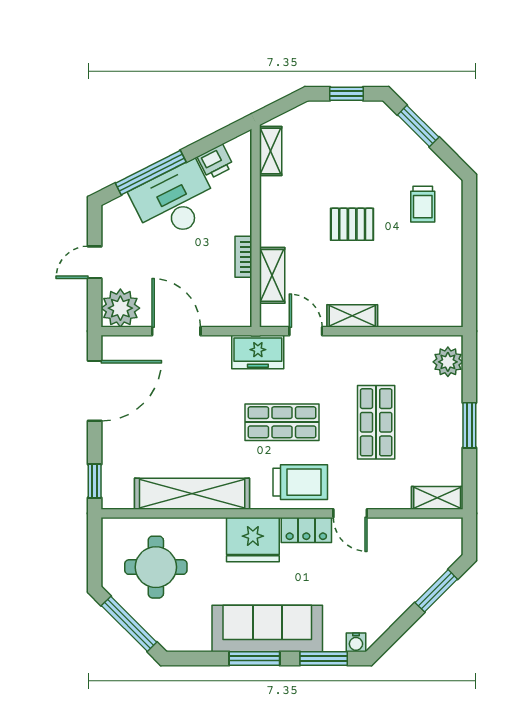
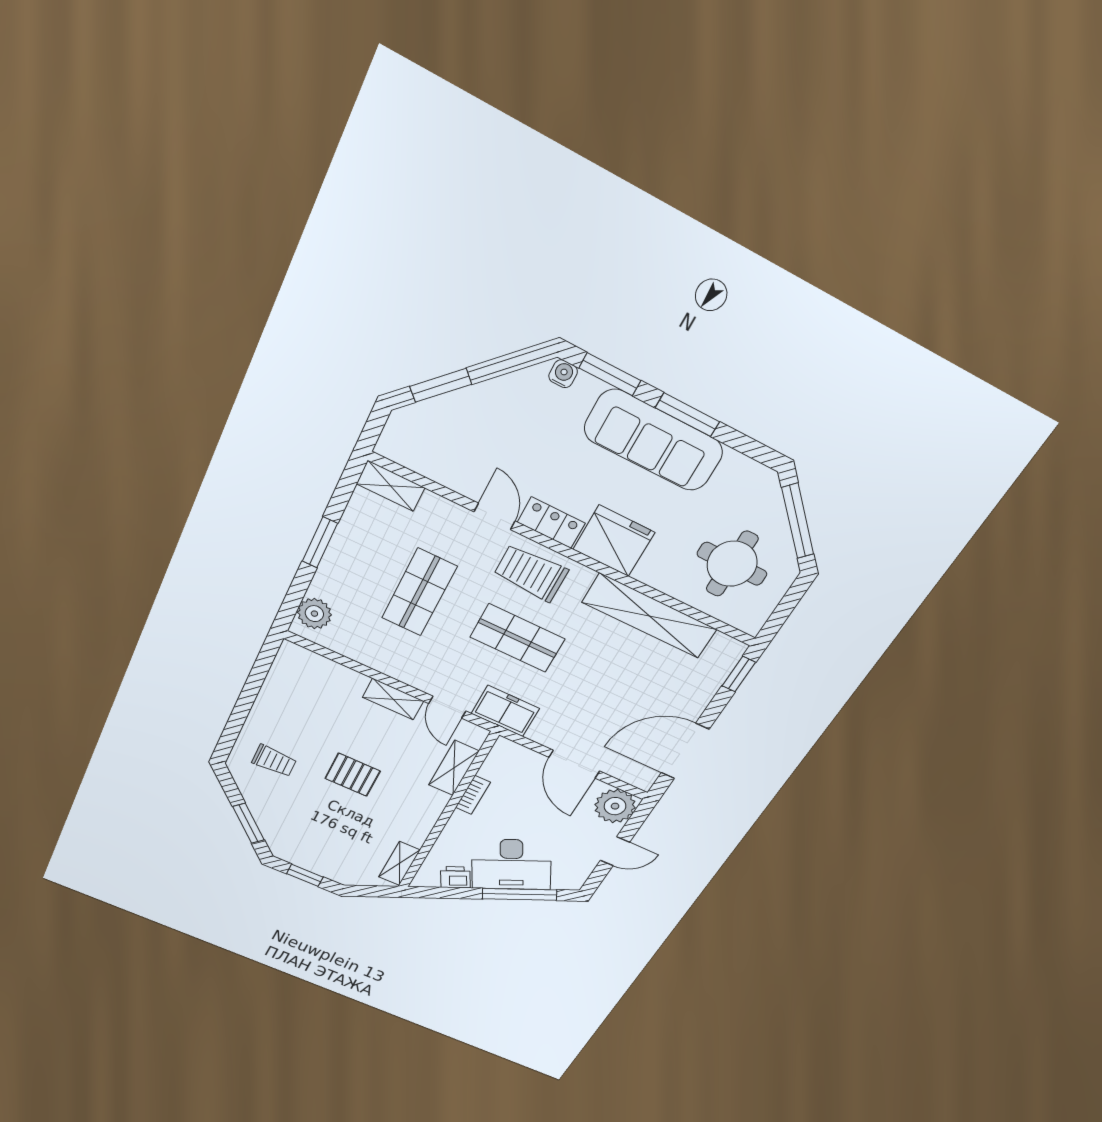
trolley: (423, 204) -> (274, 761), turned 90

